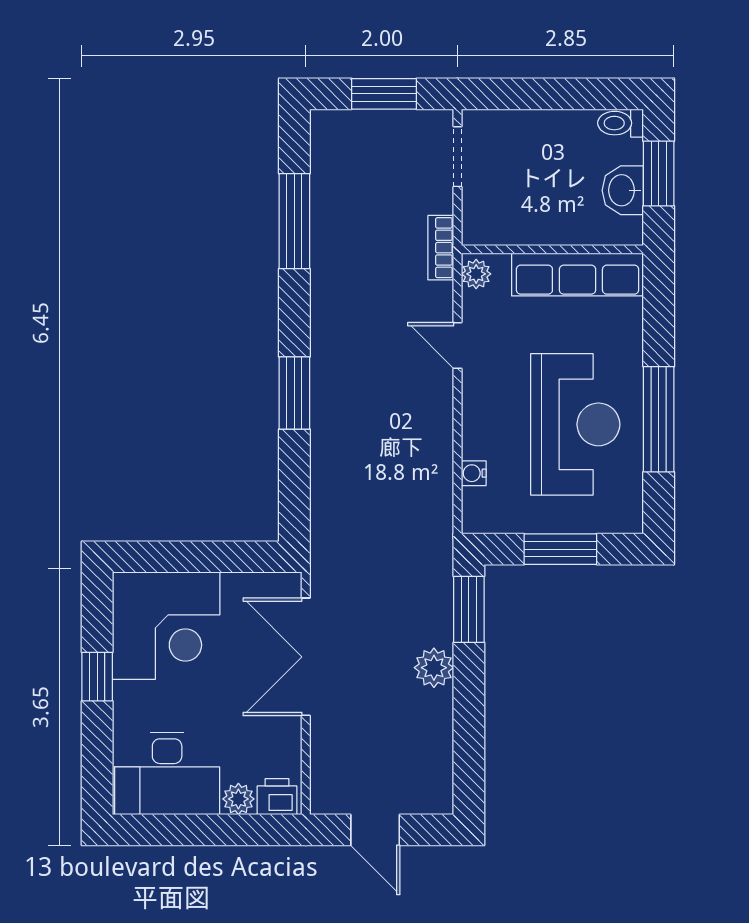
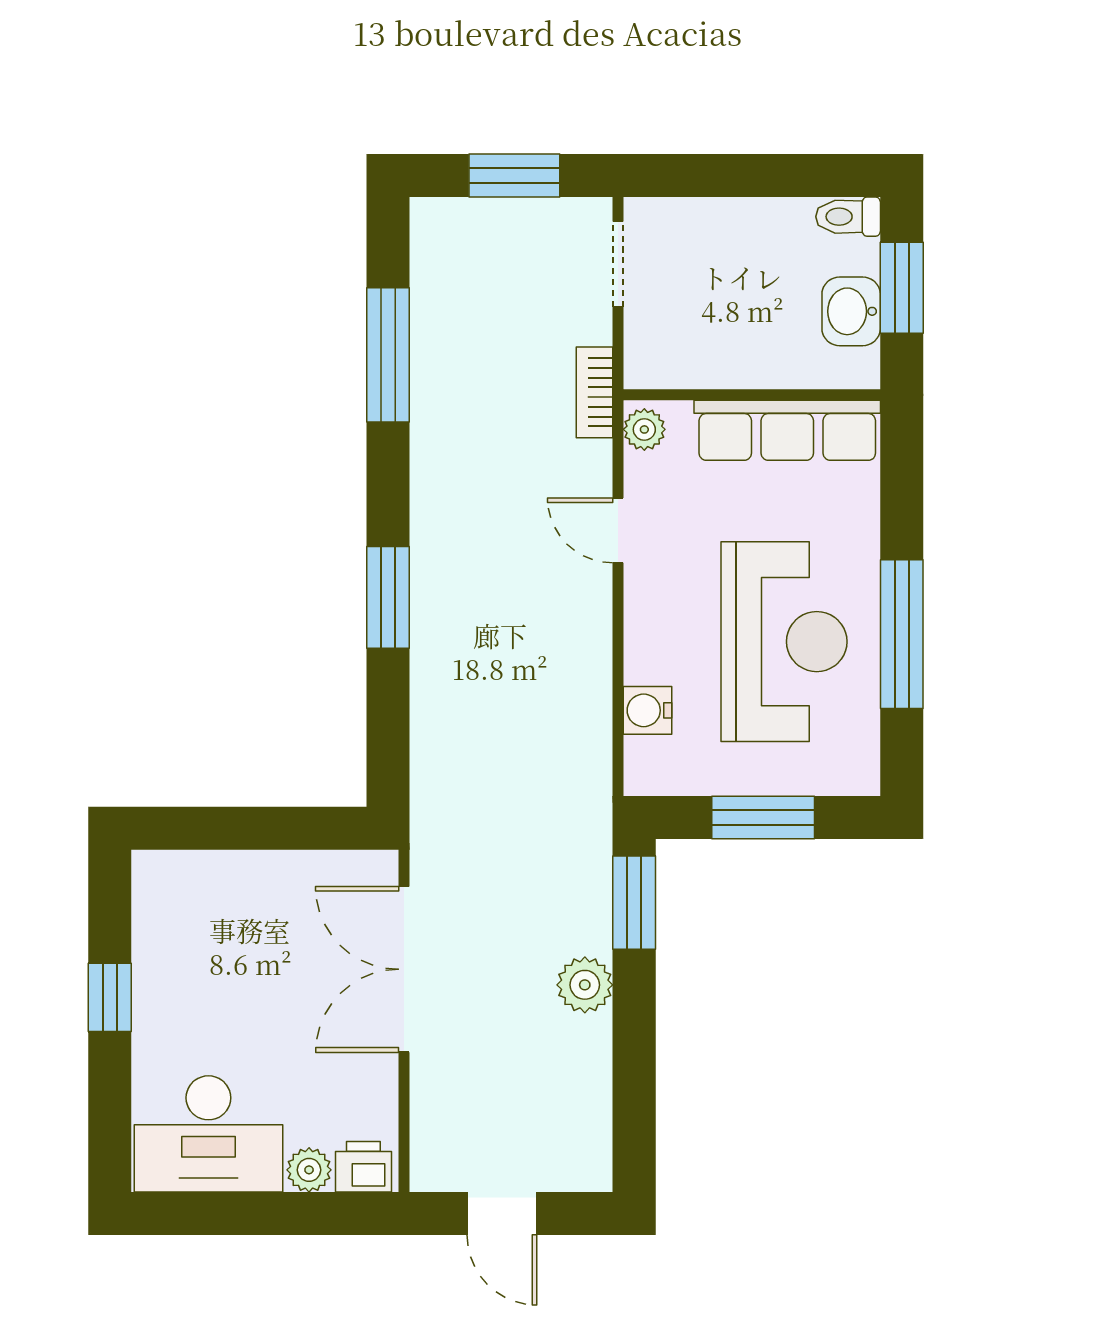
water cooler: (474, 473) -> (648, 710), width x1.38, depth x1.38
corner desk: (166, 626) -> (207, 925), removed

